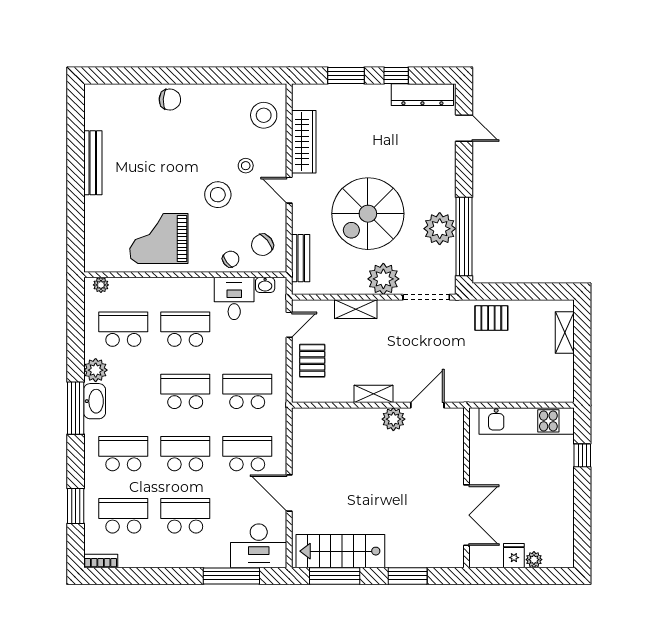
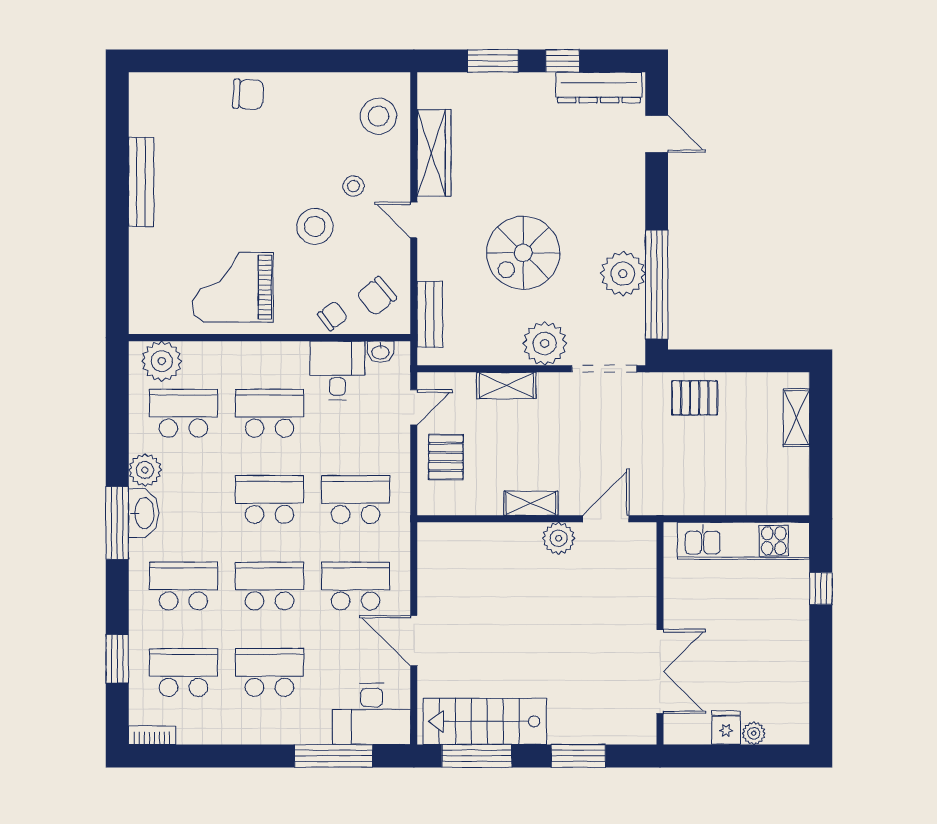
spiral stairs: (368, 214) -> (523, 253), width x0.73, depth x0.73
plant: (101, 285) -> (162, 361), width x1.88, depth x1.88

